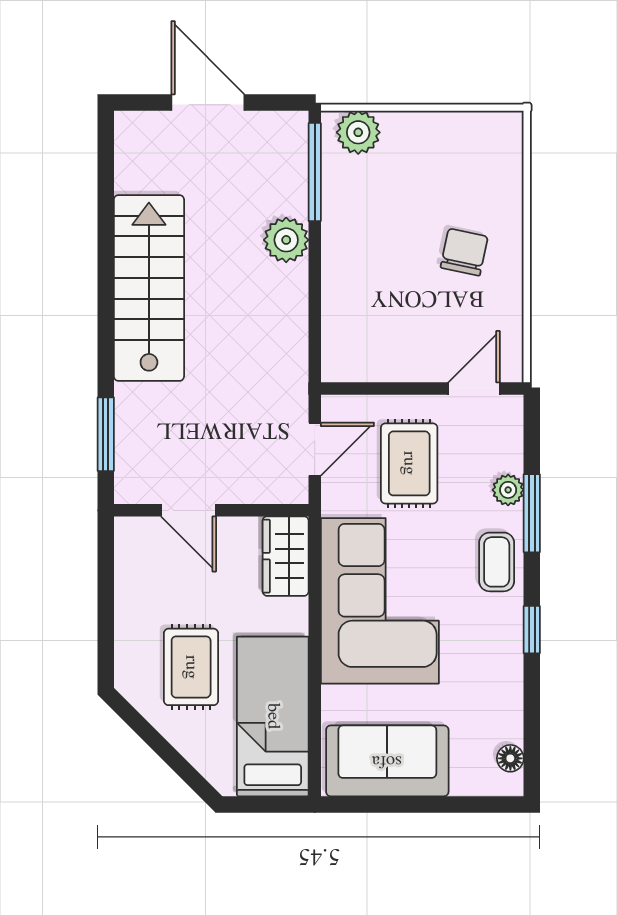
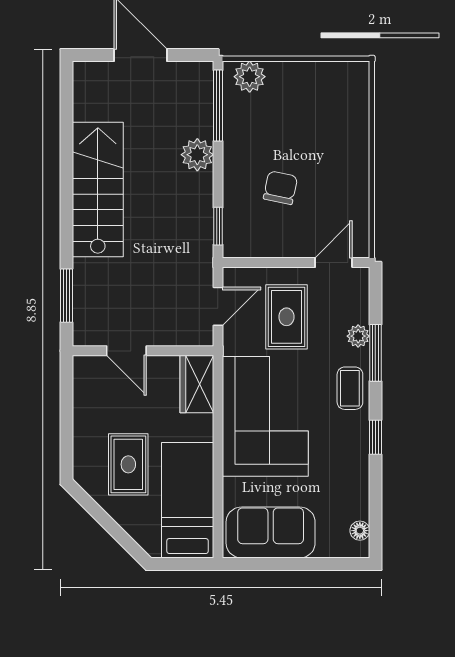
chair: (464, 252) -> (280, 188), moved
window: (315, 338) -> (218, 226), added

